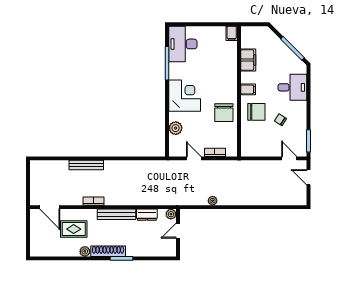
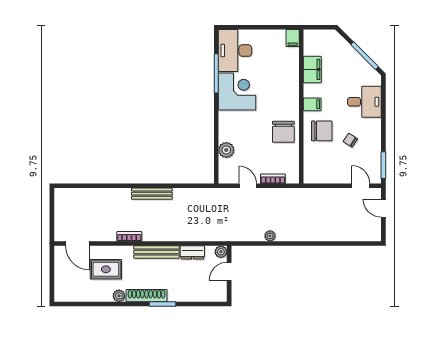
corner desk: (185, 96) -> (237, 91), moved
bench: (86, 165) -> (152, 194), moved

